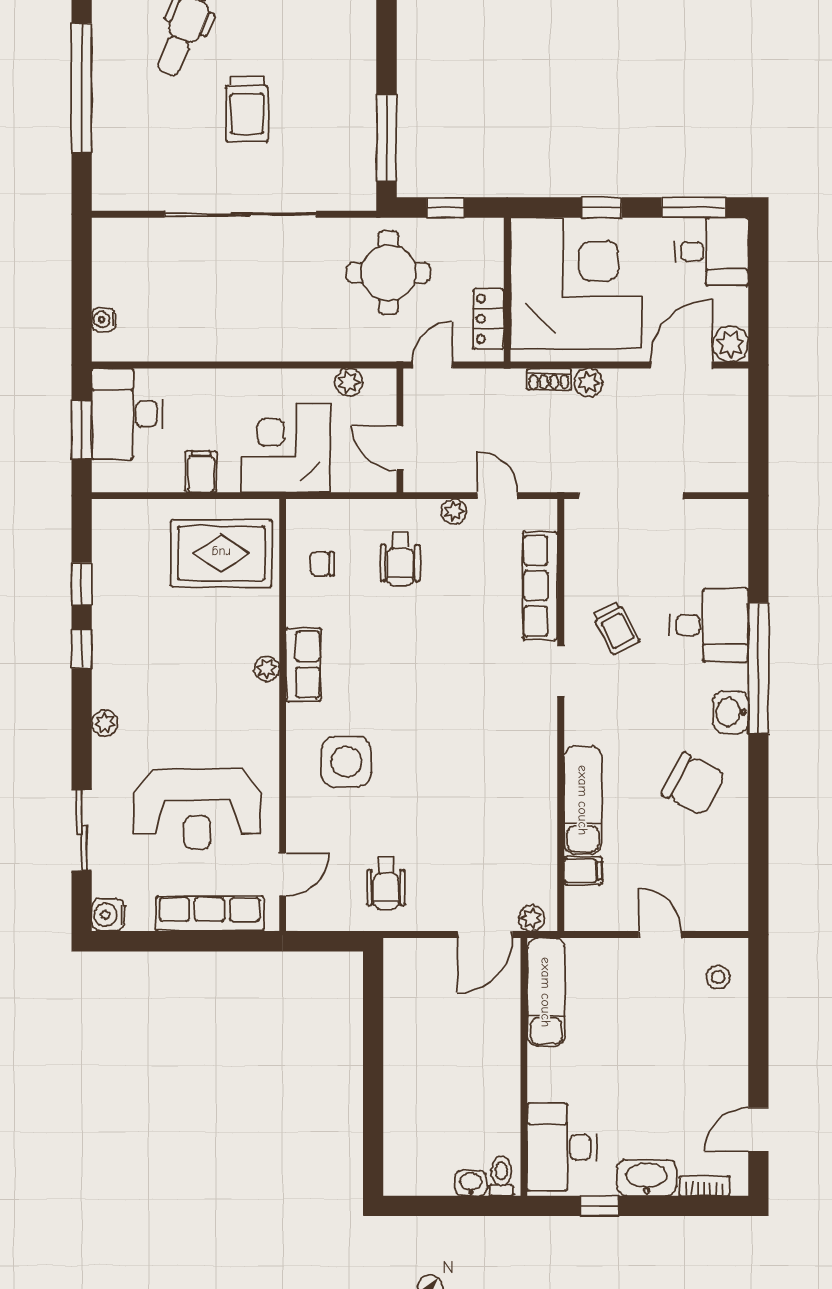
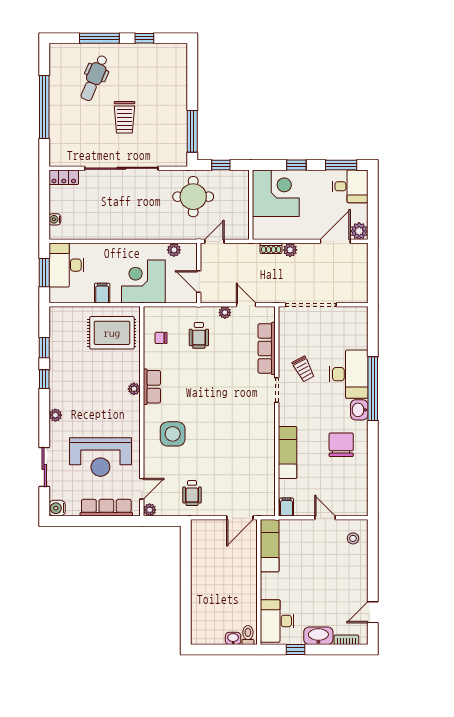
corner desk: (576, 283) -> (276, 193), width x0.74, depth x0.74
locker: (488, 319) -> (64, 177), moved, turned -90
desk: (709, 625) -> (349, 374), width x1.37
chair: (693, 784) -> (341, 445), turned -118
filing cabinet: (583, 871) -> (287, 507), moved, turned -90
plant: (531, 918) -> (150, 510), moved

